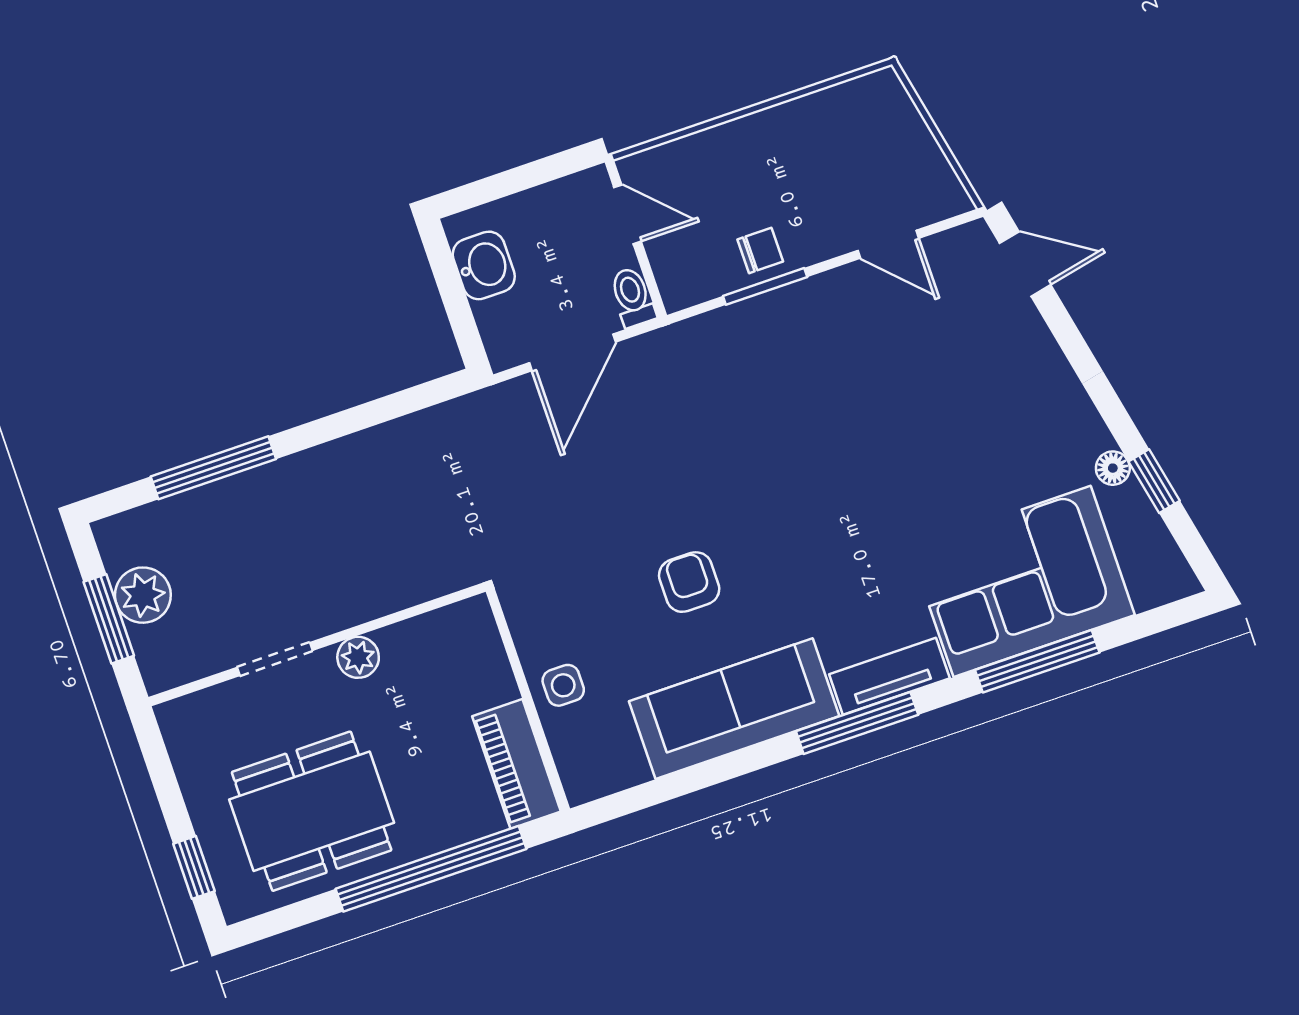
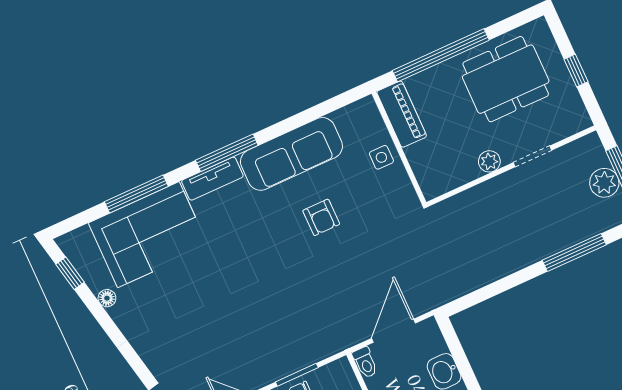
window: (1154, 481) -> (70, 273), moved
window: (194, 867) -> (576, 71), moved

